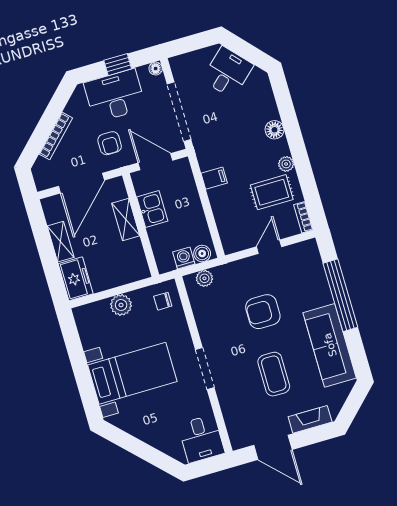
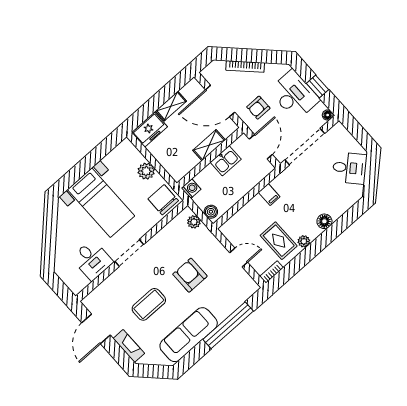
washing machine: (184, 258) -> (191, 189), moved
chair: (163, 301) -> (163, 200), width x1.87, depth x1.87
desk: (201, 439) -> (92, 260), moved, turned -90

